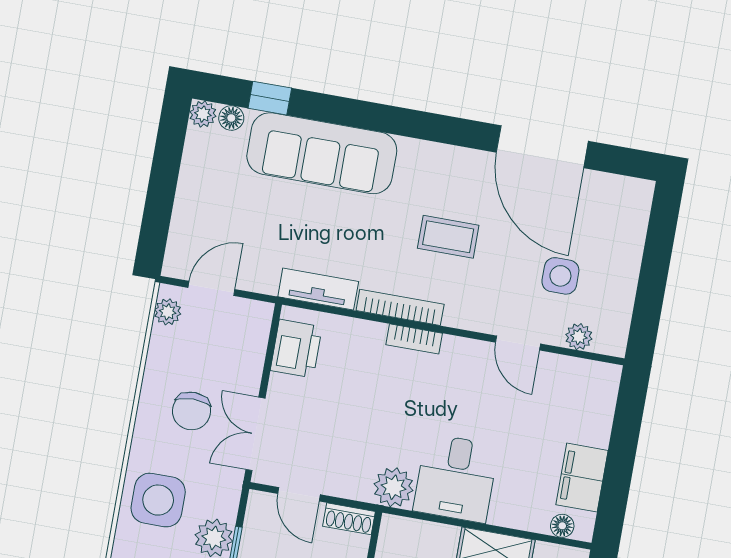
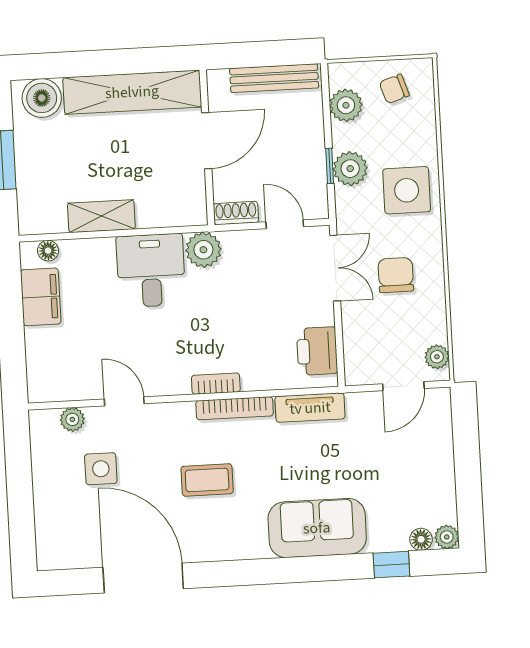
sofa: (322, 153) -> (317, 528), width x0.73

